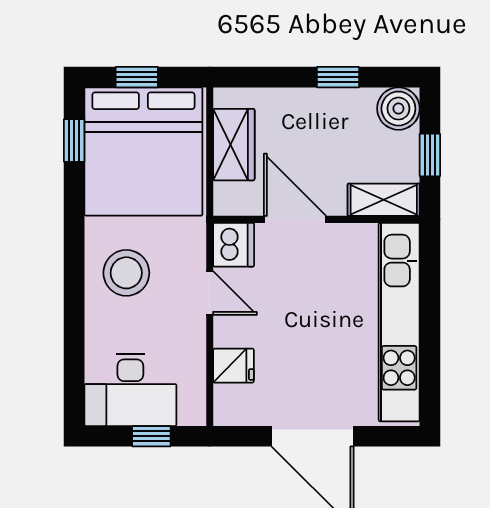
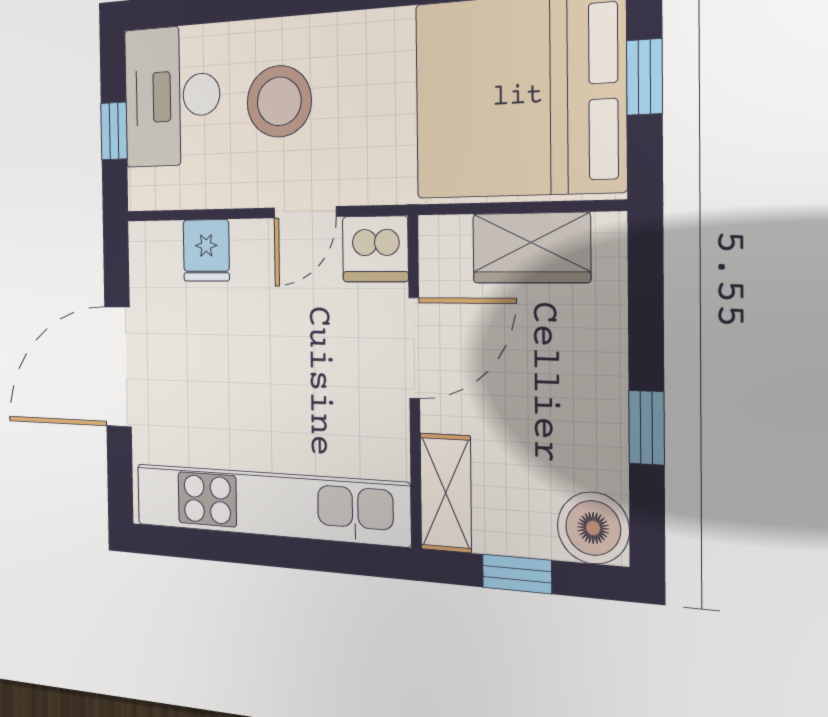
stool: (126, 273) -> (279, 101), moved

